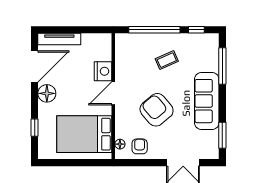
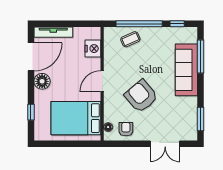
coffee table: (167, 60) -> (130, 39), moved
nightstand: (103, 71) -> (93, 49), moved
sofa: (207, 101) -> (186, 70), moved

